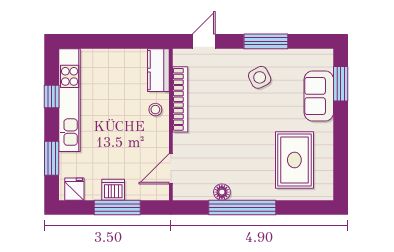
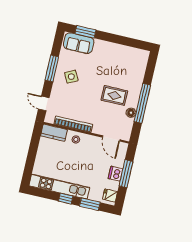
window: (52, 96) -> (66, 199), moved
sofa: (319, 96) -> (79, 43), moved
rug: (294, 160) -> (114, 95), moved, width x0.73, depth x0.70

